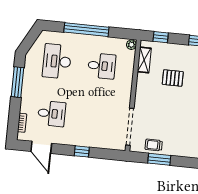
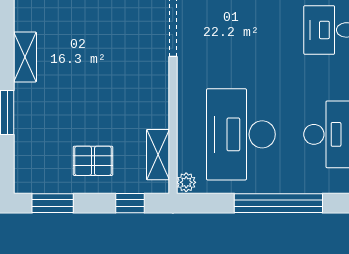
desk: (102, 66) -> (241, 134), width x1.87, depth x1.30
pallet: (173, 78) -> (93, 161), moved

